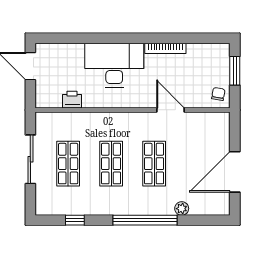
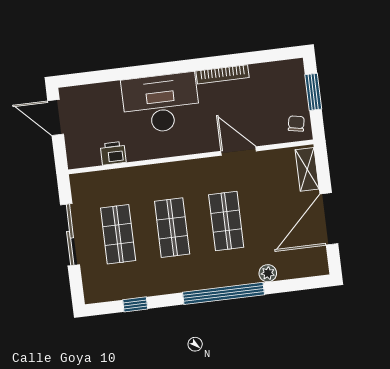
shelving: (222, 131) -> (307, 169), added

